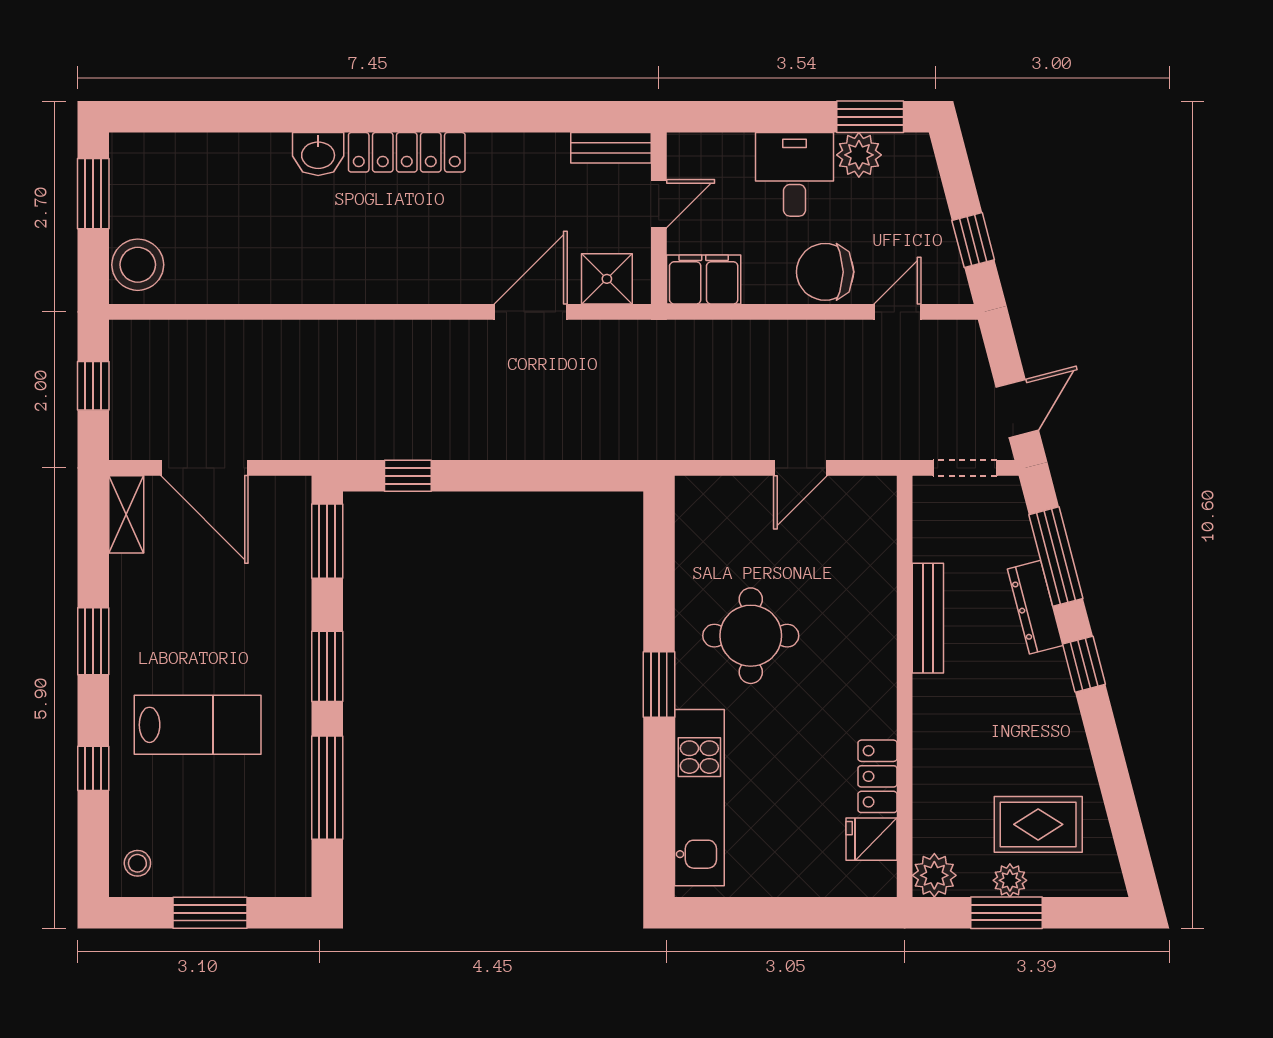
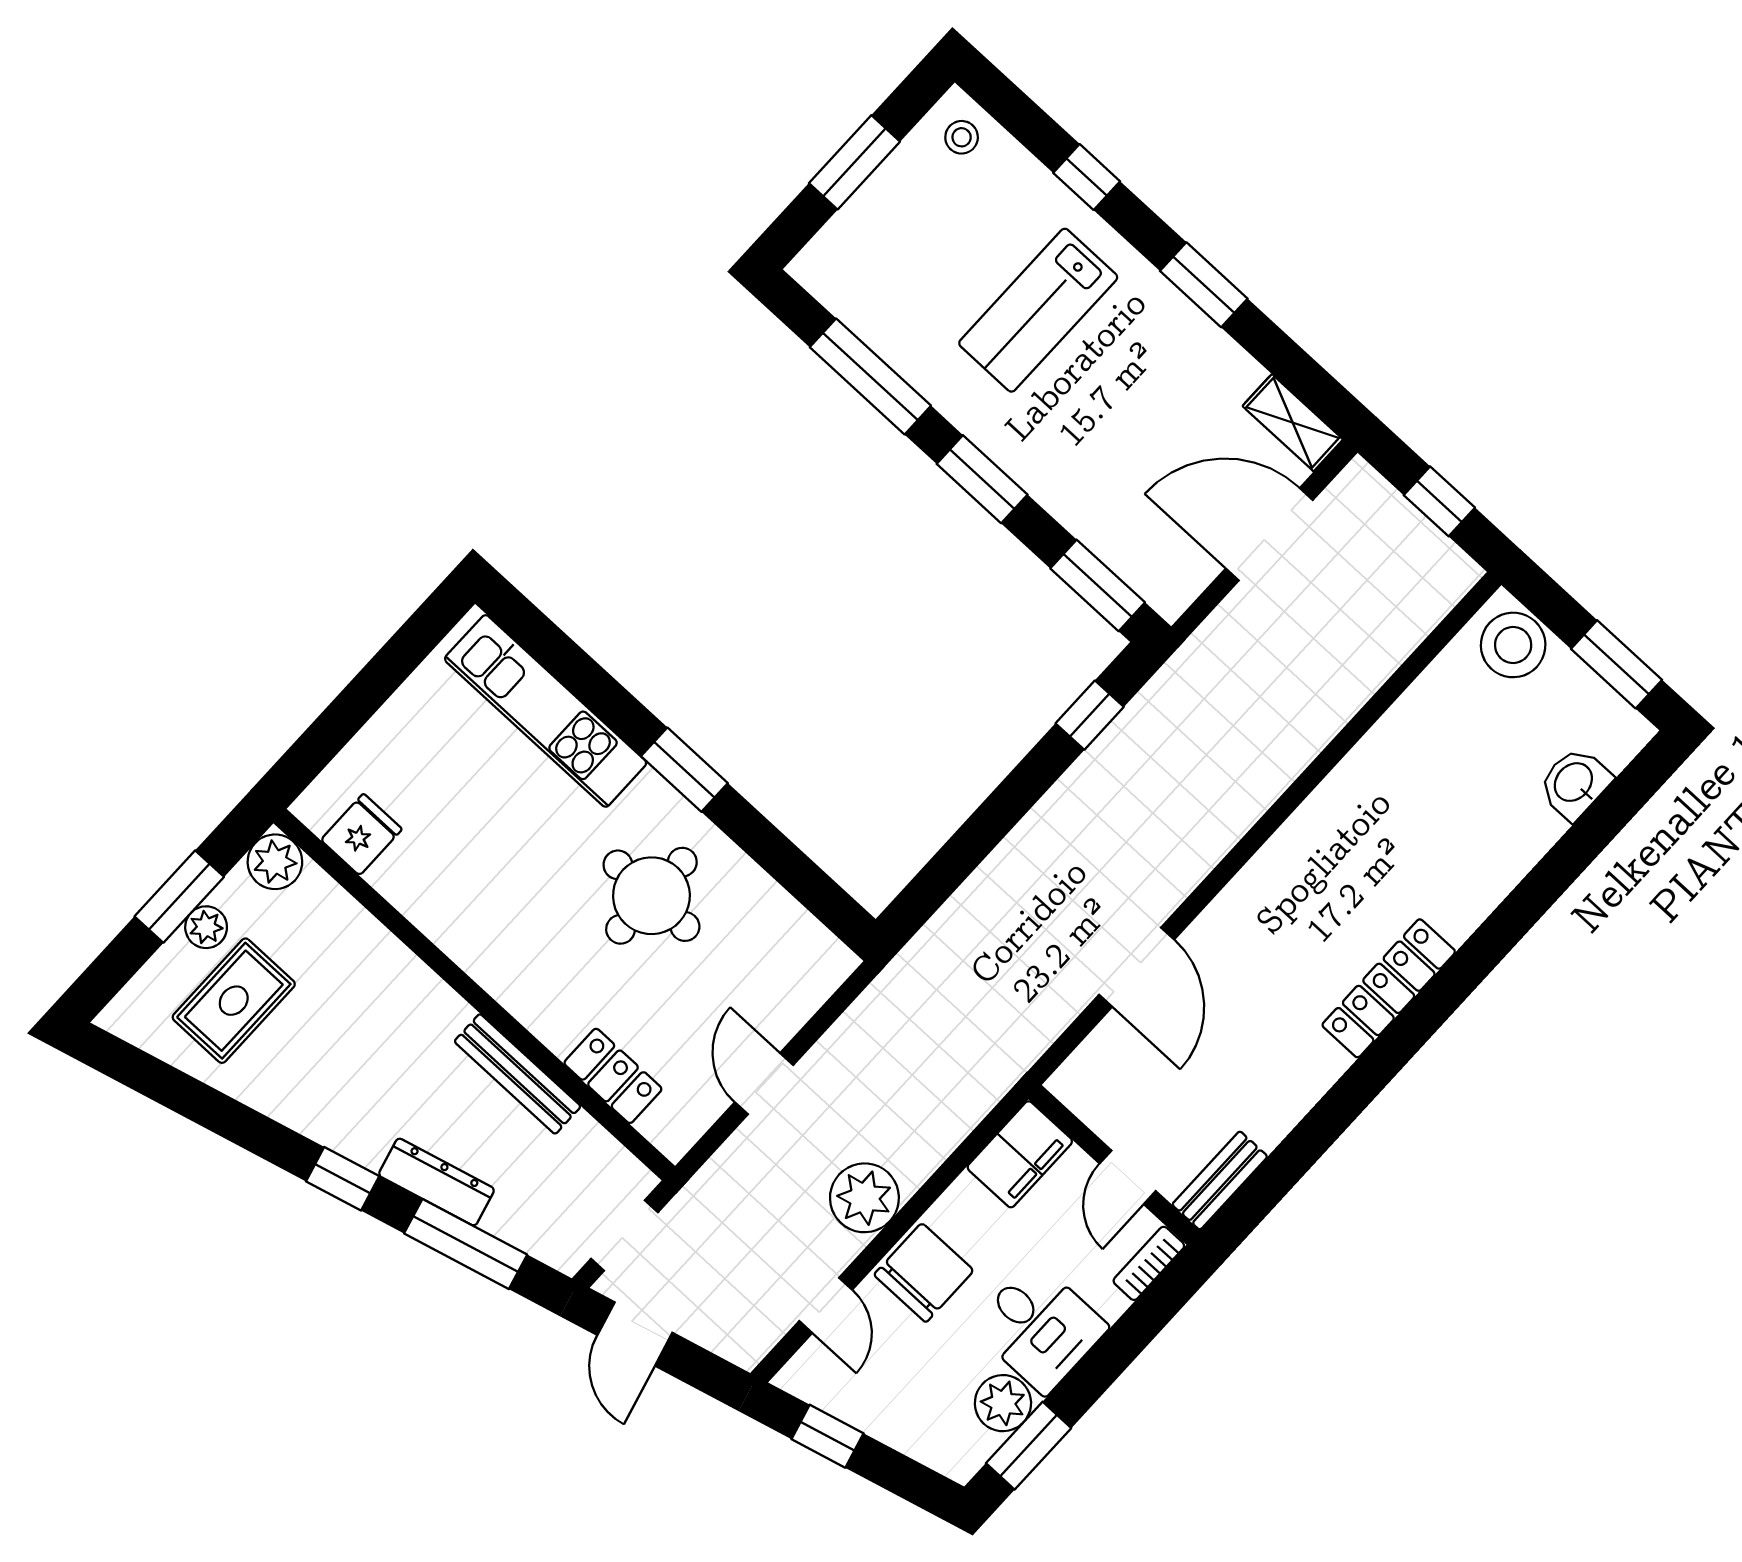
bookcase: (698, 145) -> (1149, 1263), added
washbasin: (318, 154) -> (1575, 783), moved
shower: (607, 279) -> (1102, 1066), removed
plant: (813, 347) -> (864, 1198), added
locker: (877, 776) -> (613, 1076), moved

